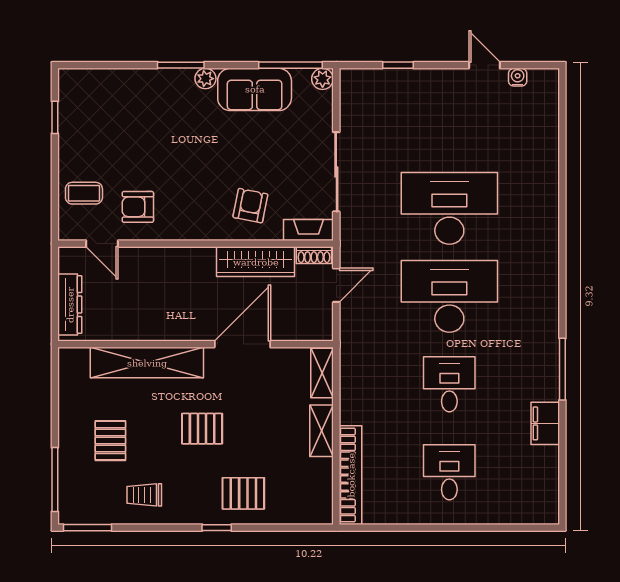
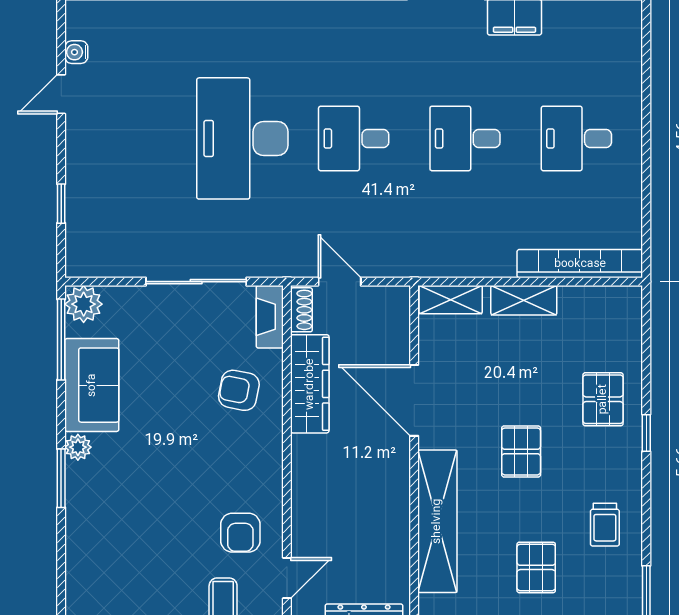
plant: (323, 79) -> (84, 304), width x1.38, depth x1.38
desk: (449, 296) -> (354, 138), width x0.53, depth x0.77
pallet: (110, 441) -> (536, 567), turned 90

